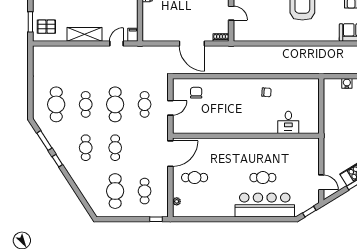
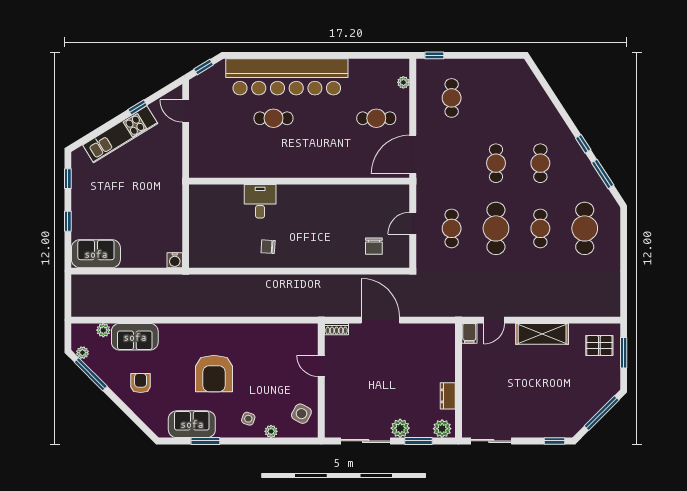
water cooler: (347, 83) -> (175, 260), moved
desk: (288, 122) -> (260, 201), moved
cafe table: (115, 191) -> (496, 98), removed
bar counter: (265, 205) -> (287, 77), width x1.36

